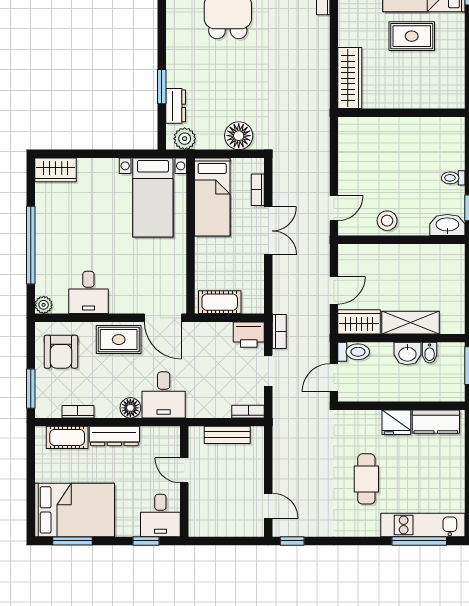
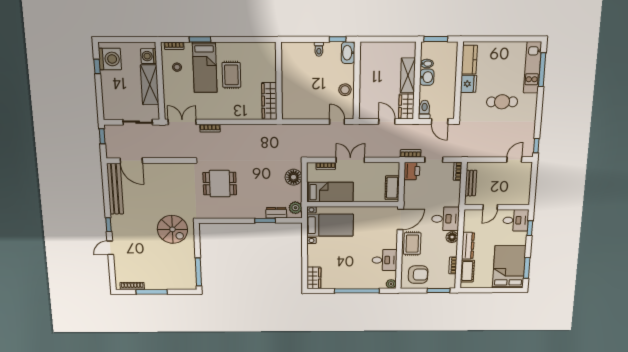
wardrobe: (350, 78) -> (269, 101), moved, turned -90

